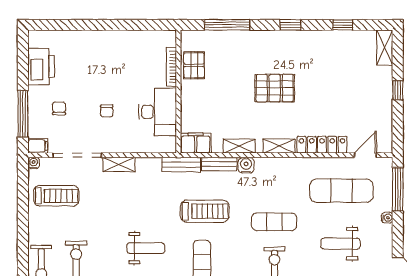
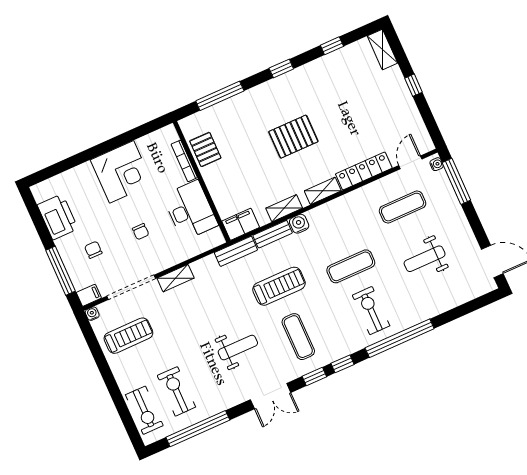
corner desk: (113, 52) -> (122, 172), added
exercise mat: (341, 191) -> (403, 207), width x0.73, depth x0.69
water cooler: (387, 218) -> (437, 164), moved

